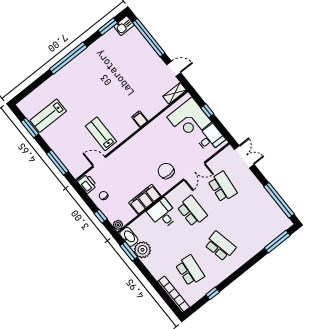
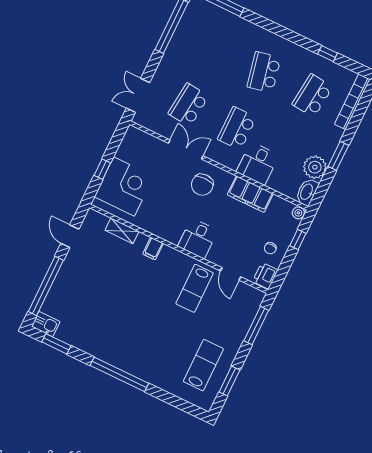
shelving: (175, 93) -> (122, 231), moved
lab bench: (48, 116) -> (203, 365), turned -90
desk: (210, 138) -> (198, 238), moved, turned -90
window: (129, 251) -> (338, 156), moved

